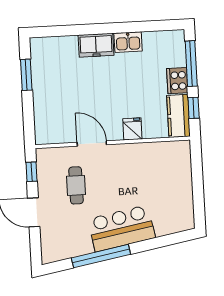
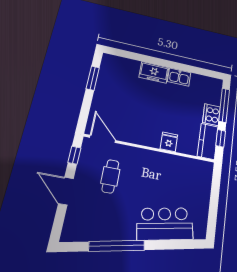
door: (92, 143) -> (103, 139), moved
bar counter: (122, 228) -> (165, 224), moved

